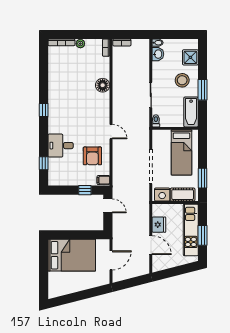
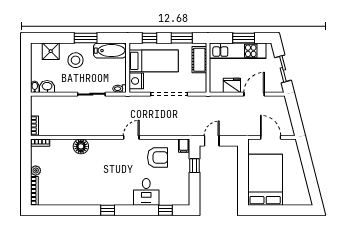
window: (203, 149) -> (149, 38), added
nightstand: (162, 195) -> (136, 81), moved, turned 180
sliding door: (174, 272) -> (283, 69), added

